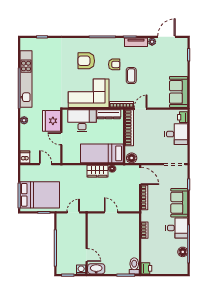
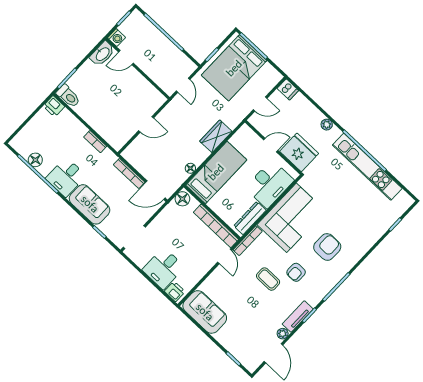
wardrobe: (97, 171) -> (216, 136), moved

